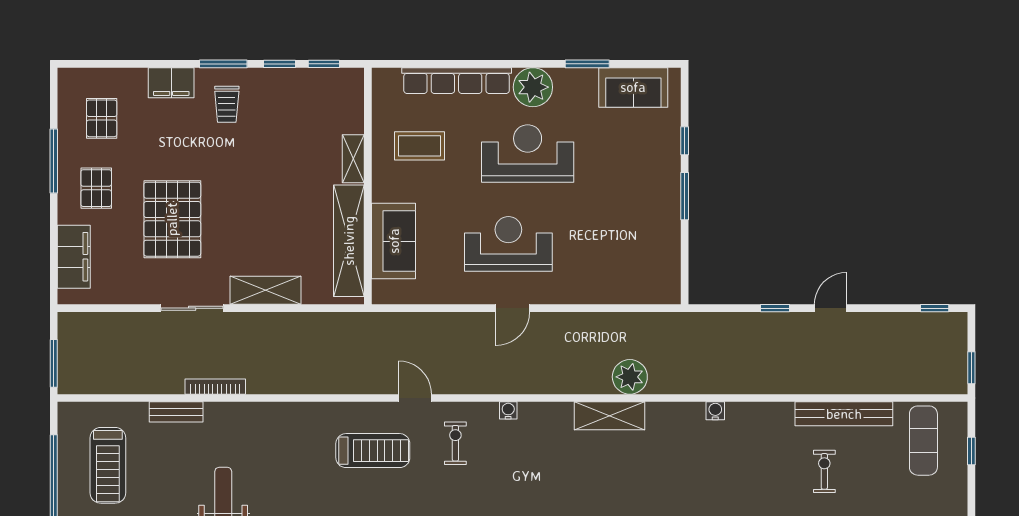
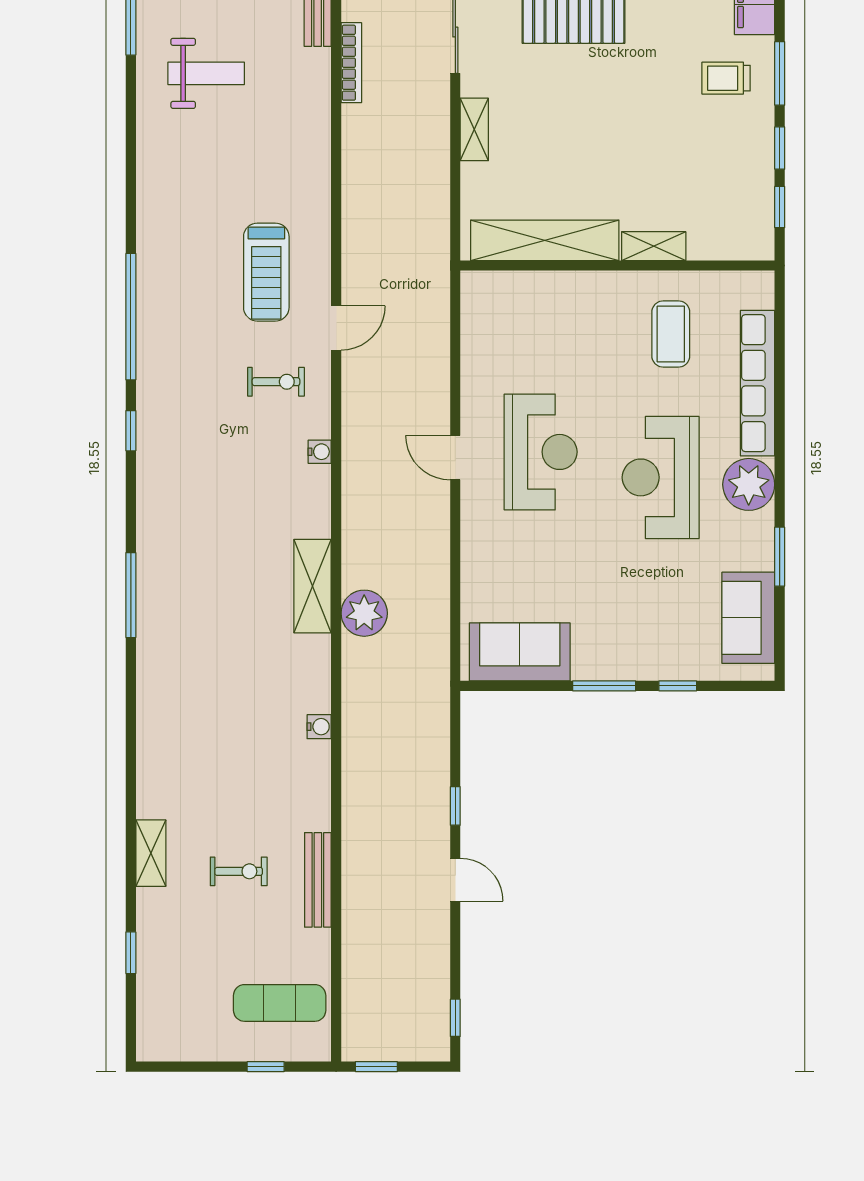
reception desk: (528, 154) -> (661, 477), turned 180
sofa: (394, 241) -> (520, 652), moved, turned 180
shelving: (265, 290) -> (474, 129), width x0.67, depth x0.75
bench: (844, 414) -> (318, 880), width x0.73, depth x0.82

